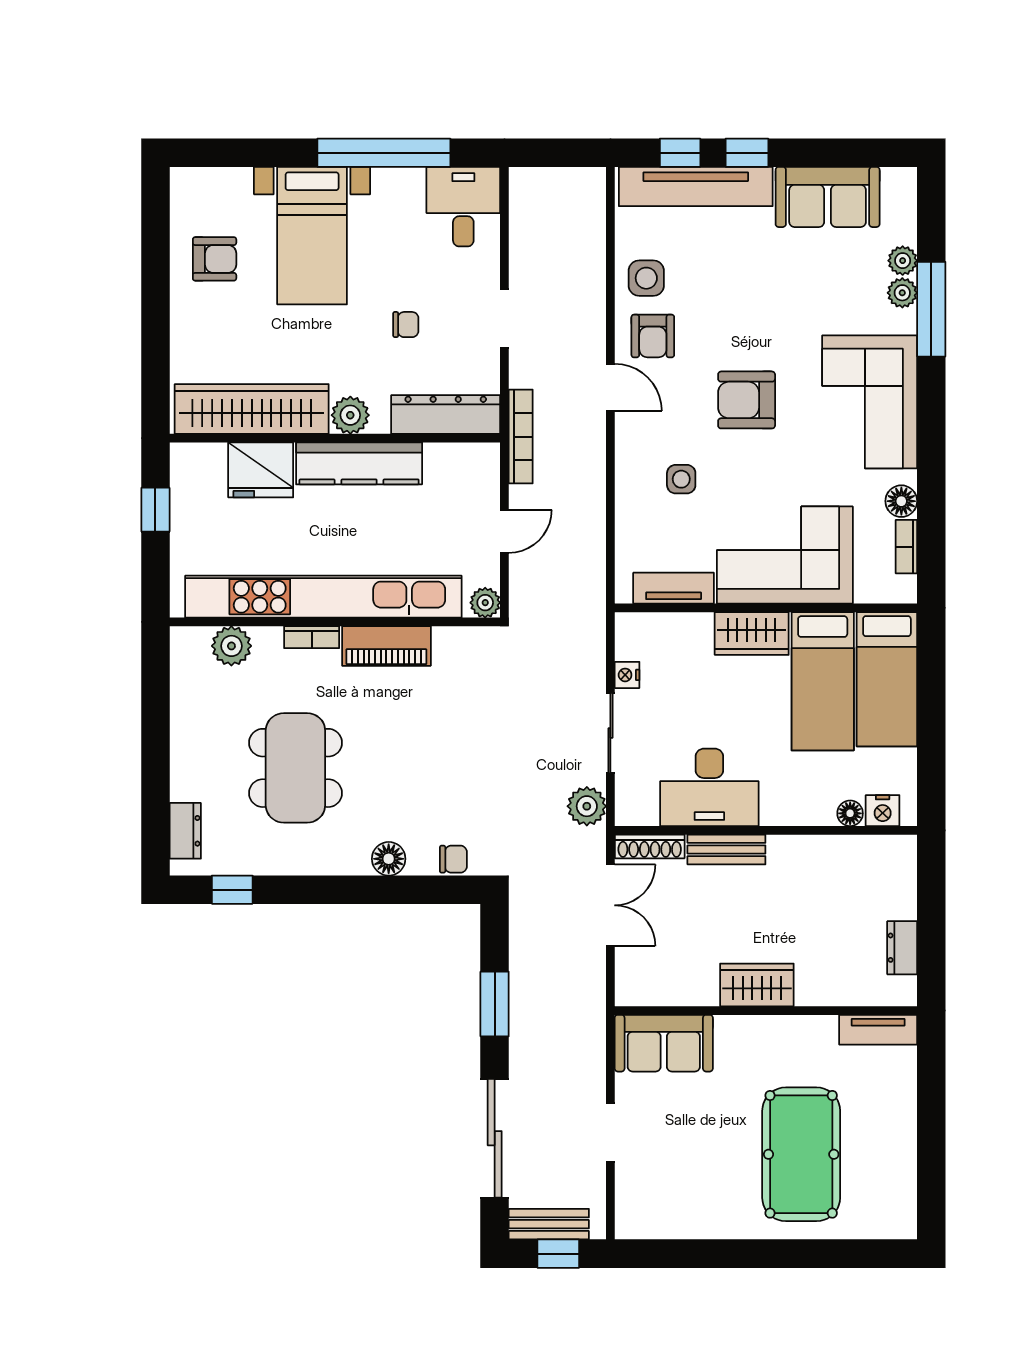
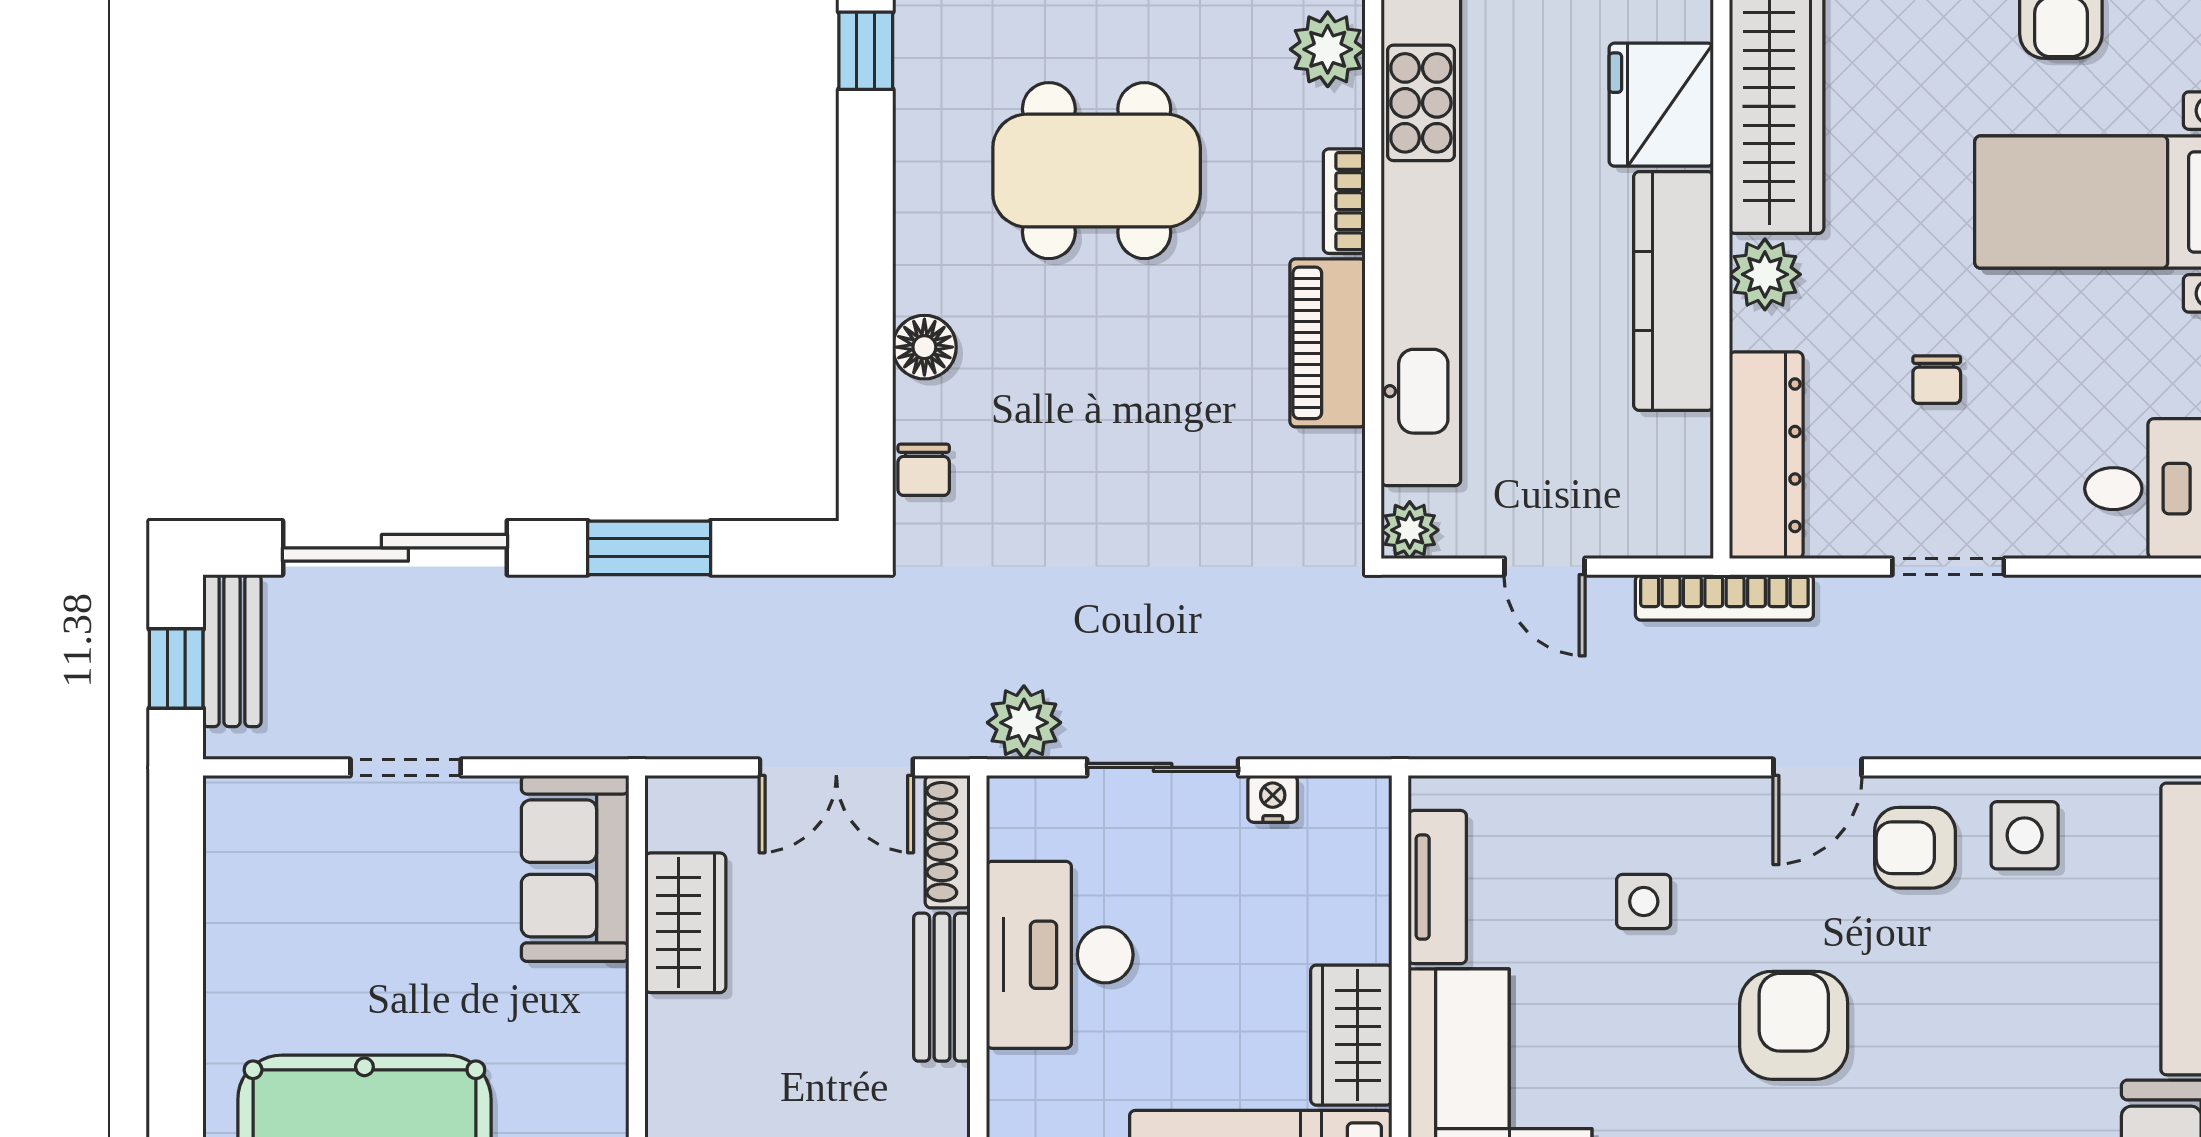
wardrobe: (757, 985) -> (685, 923), moved

